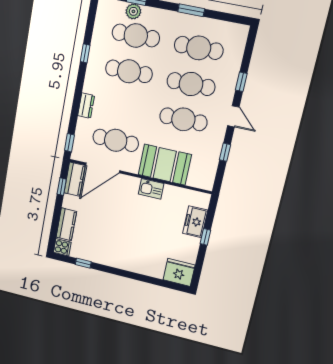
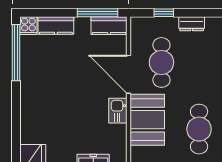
window: (69, 143) -> (164, 13), moved
door: (103, 168) -> (129, 74), moved
window: (62, 187) -> (97, 13), width x2.17
window: (83, 263) -> (16, 53), width x3.17

